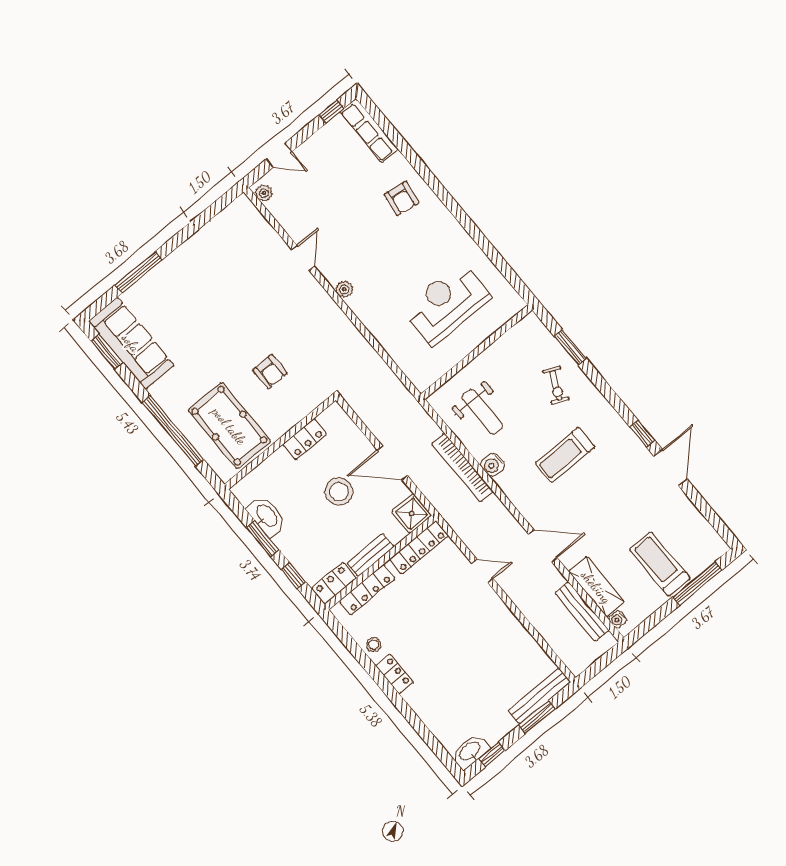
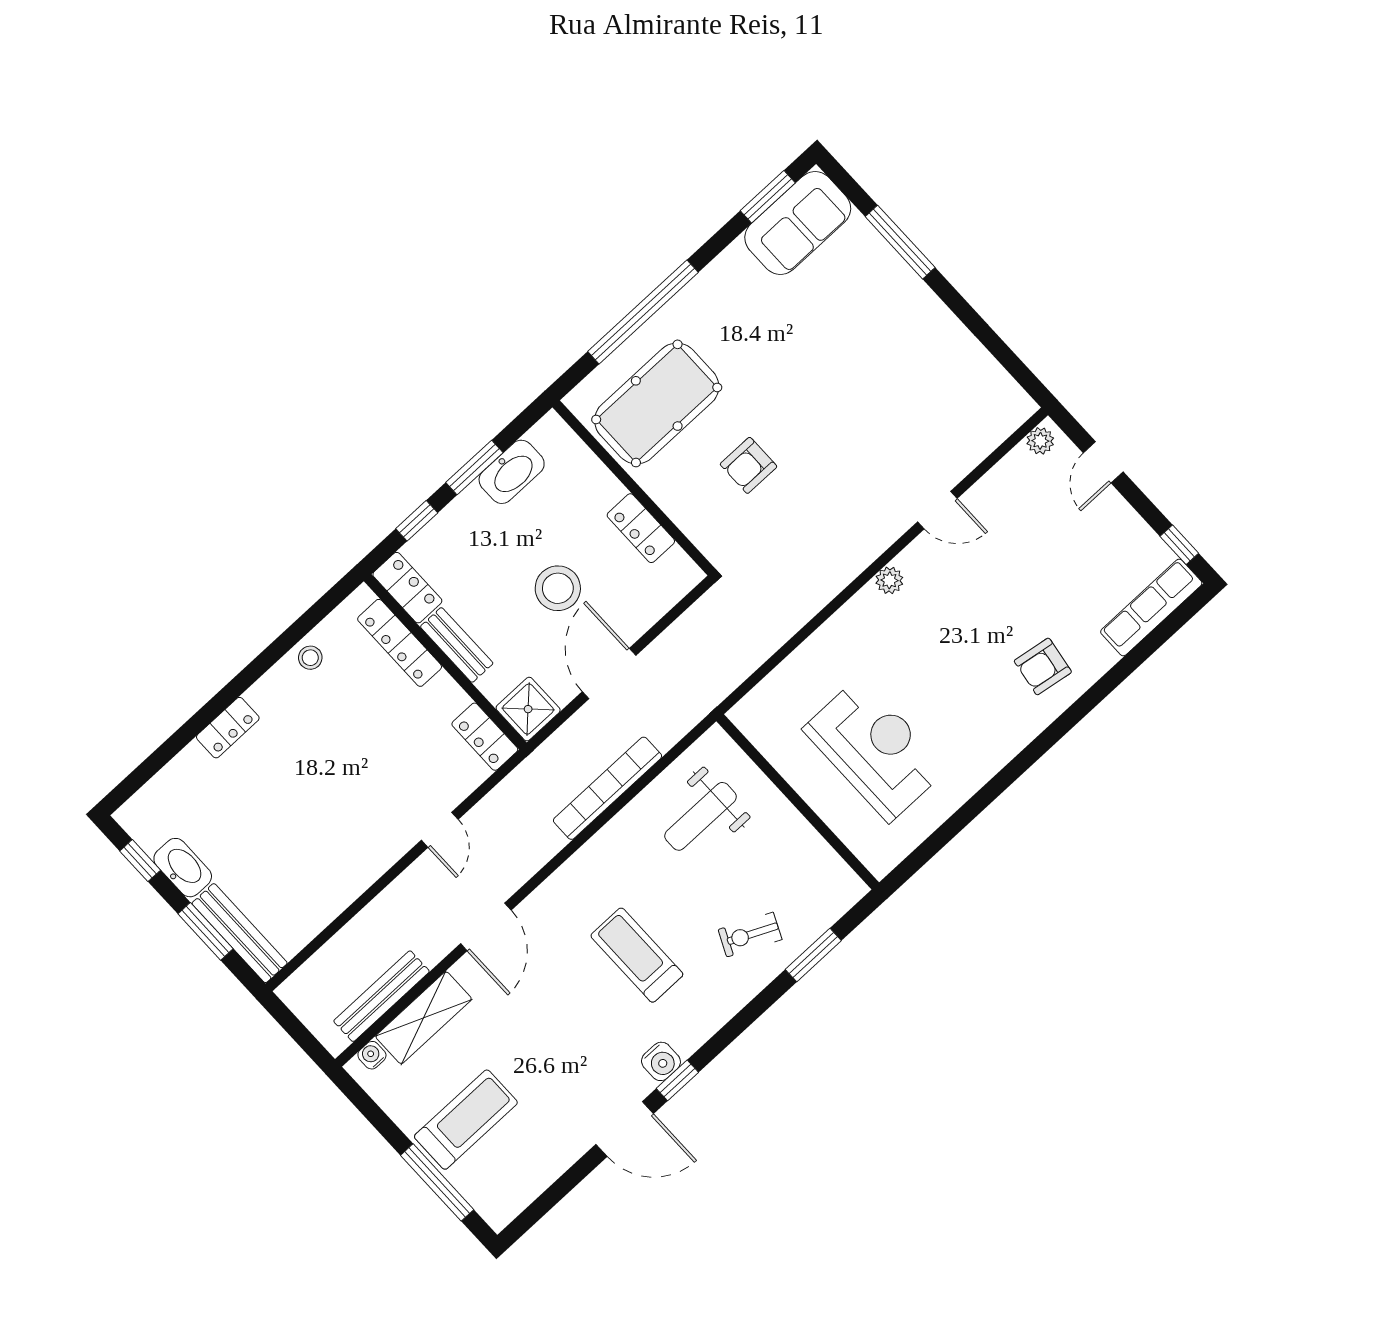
sofa: (131, 343) -> (798, 223), width x0.73
water cooler: (493, 465) -> (661, 1061), moved, turned 180
locker: (419, 547) -> (485, 737), width x0.66
locker: (394, 674) -> (228, 728), moved
washbasin: (470, 752) -> (183, 868), moved

